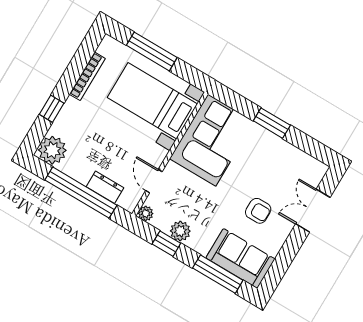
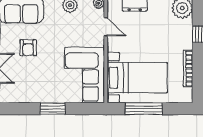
window: (152, 51) -> (144, 109), moved
armchair: (258, 211) -> (28, 48), turned -90

